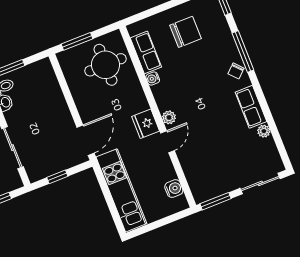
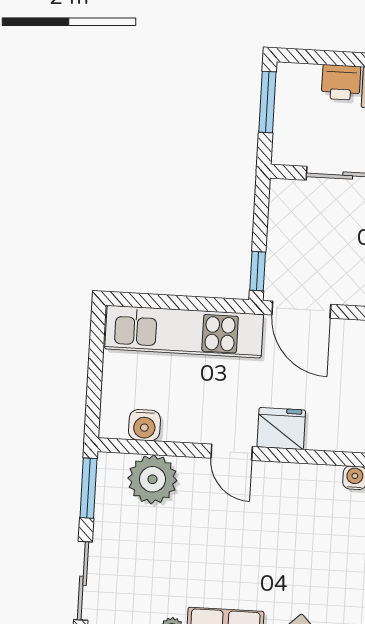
plant: (169, 117) -> (152, 479), moved, width x1.88, depth x1.88
window: (57, 177) -> (258, 271), moved

